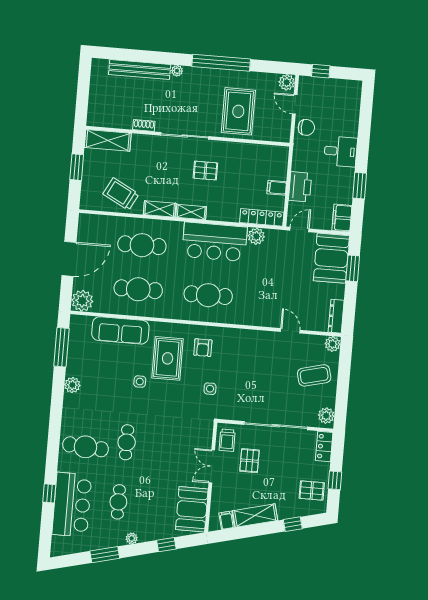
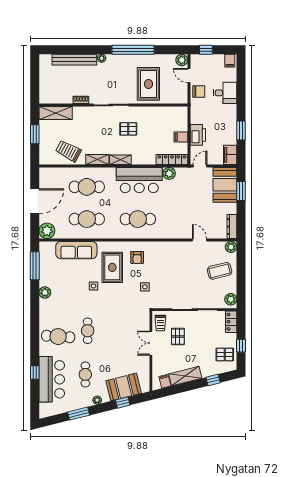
filing cabinet: (352, 89) -> (230, 61), added
desk: (341, 151) -> (225, 93), moved
booth: (192, 509) -> (124, 387), moved, turned 76

